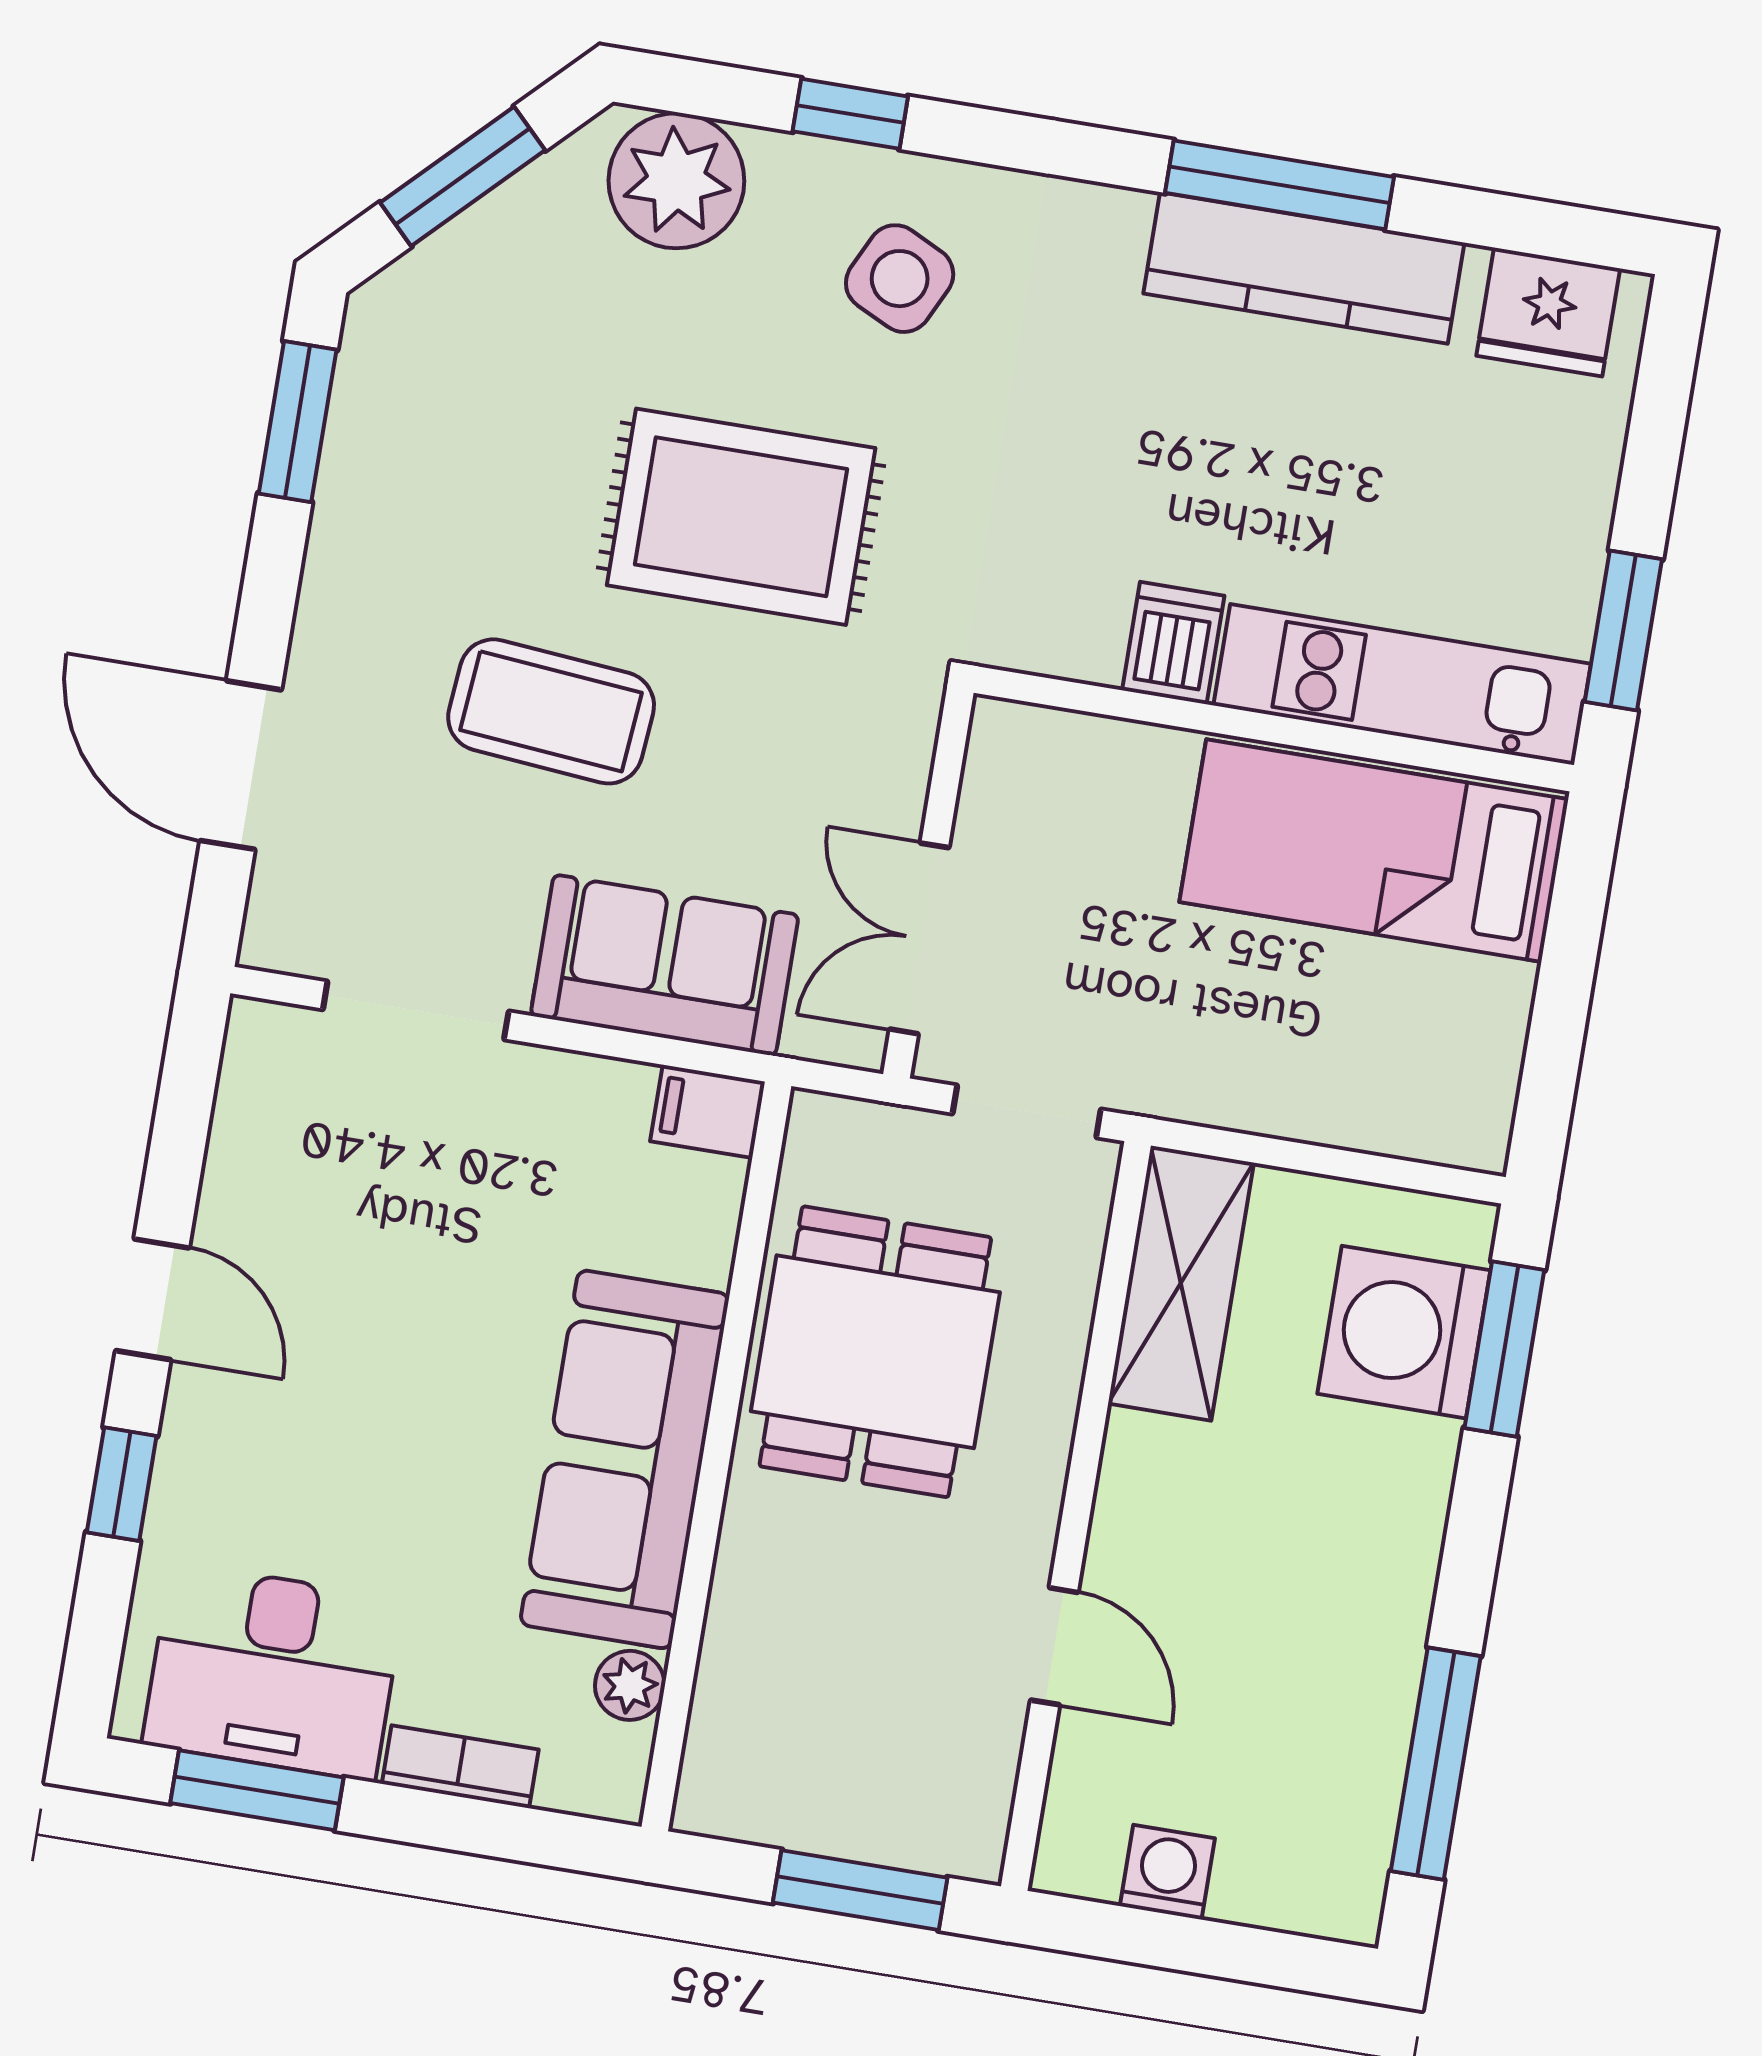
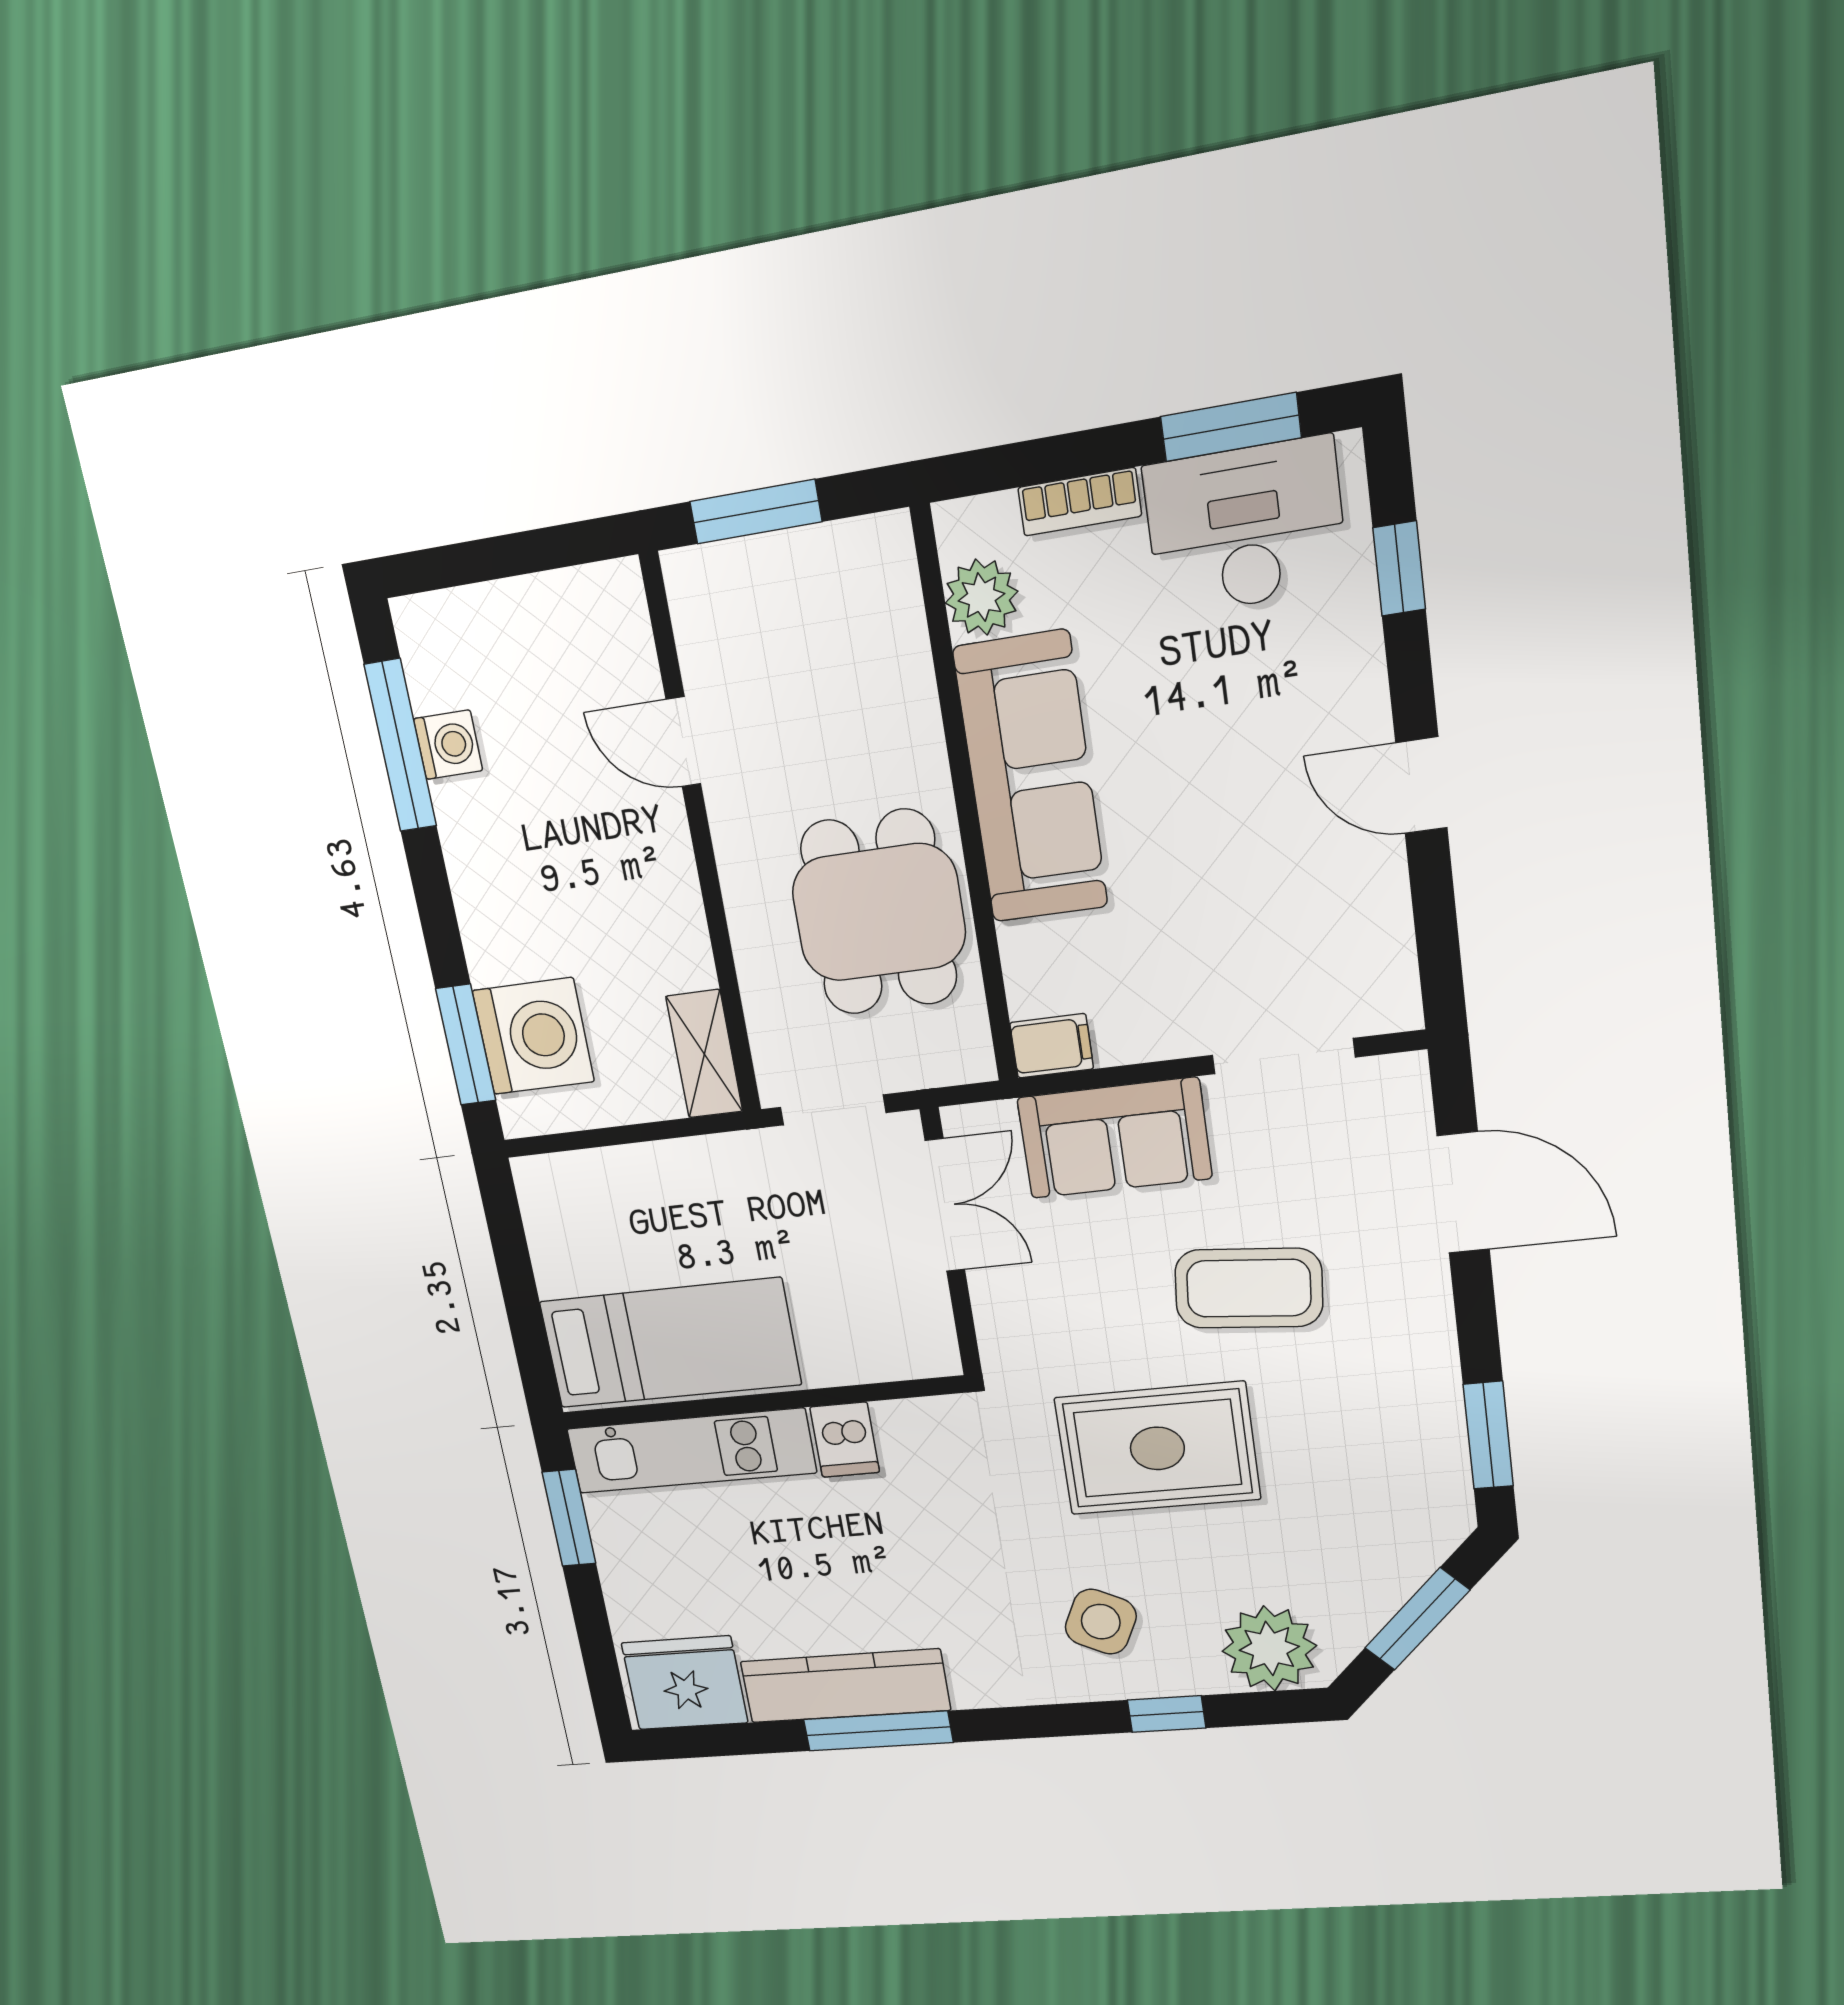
fridge: (1548, 312) -> (685, 1683), width x1.36, depth x1.34
shelving: (1181, 1283) -> (704, 1054), width x0.67, depth x0.75
window: (122, 1484) -> (1399, 569), moved
plant: (630, 1685) -> (981, 597), width x1.38, depth x1.38
washing machine: (1167, 1872) -> (448, 745), moved, turned -90

